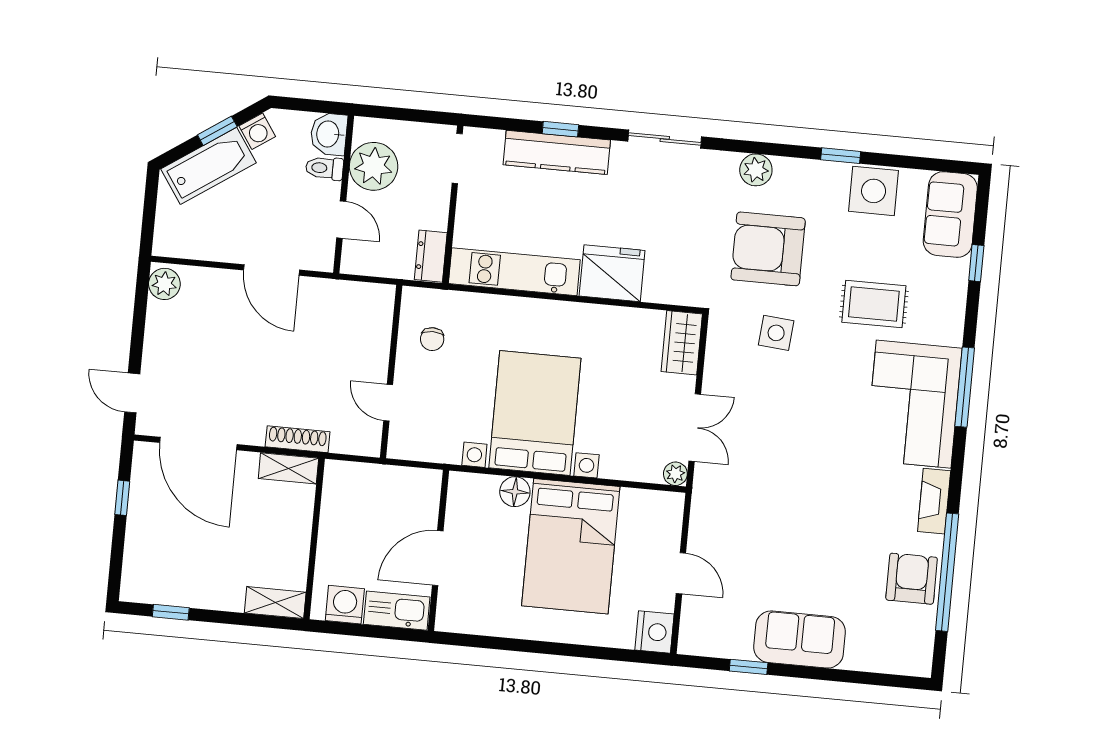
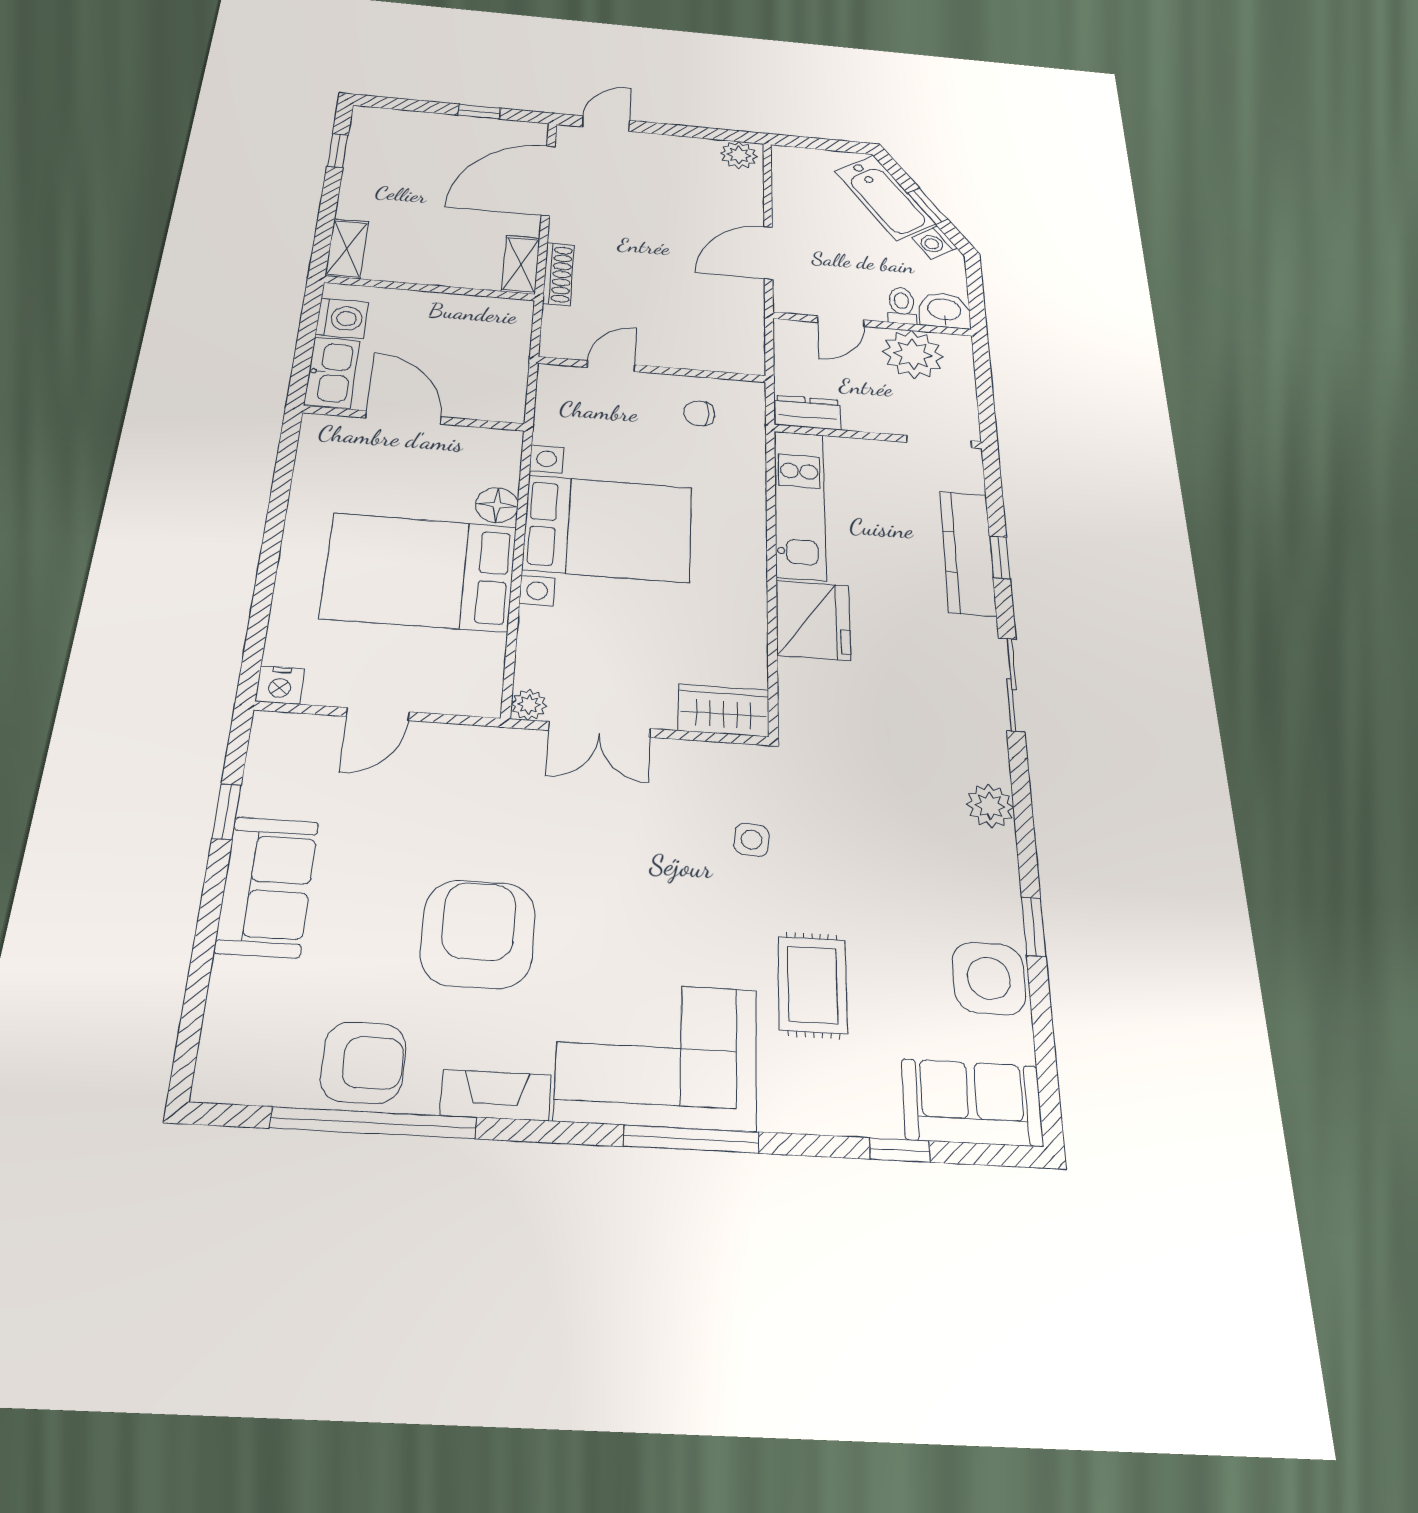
armchair: (768, 249) -> (478, 934), moved
side table: (776, 333) -> (752, 840), width x0.73, depth x0.73
nightstand: (654, 632) -> (280, 685), width x0.74, depth x0.75

